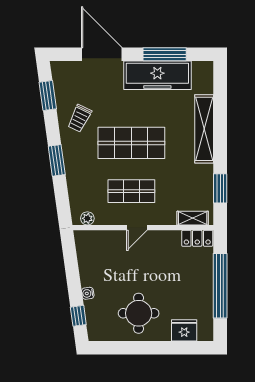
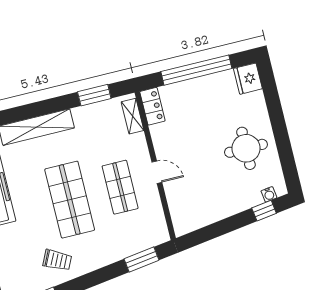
window: (57, 160) -> (141, 259), moved
plant: (87, 218) -> (160, 226), removed
water cooler: (88, 293) -> (269, 194), moved
fridge: (184, 330) -> (248, 79), moved

